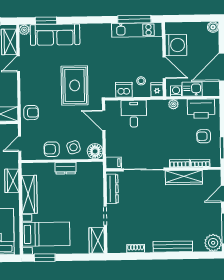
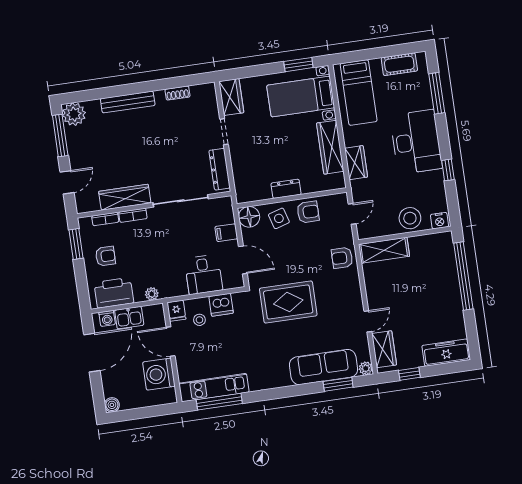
rug: (75, 85) -> (288, 302), turned 90
washing machine: (176, 91) -> (107, 318), moved
filing cabinet: (114, 163) -> (226, 233), moved

